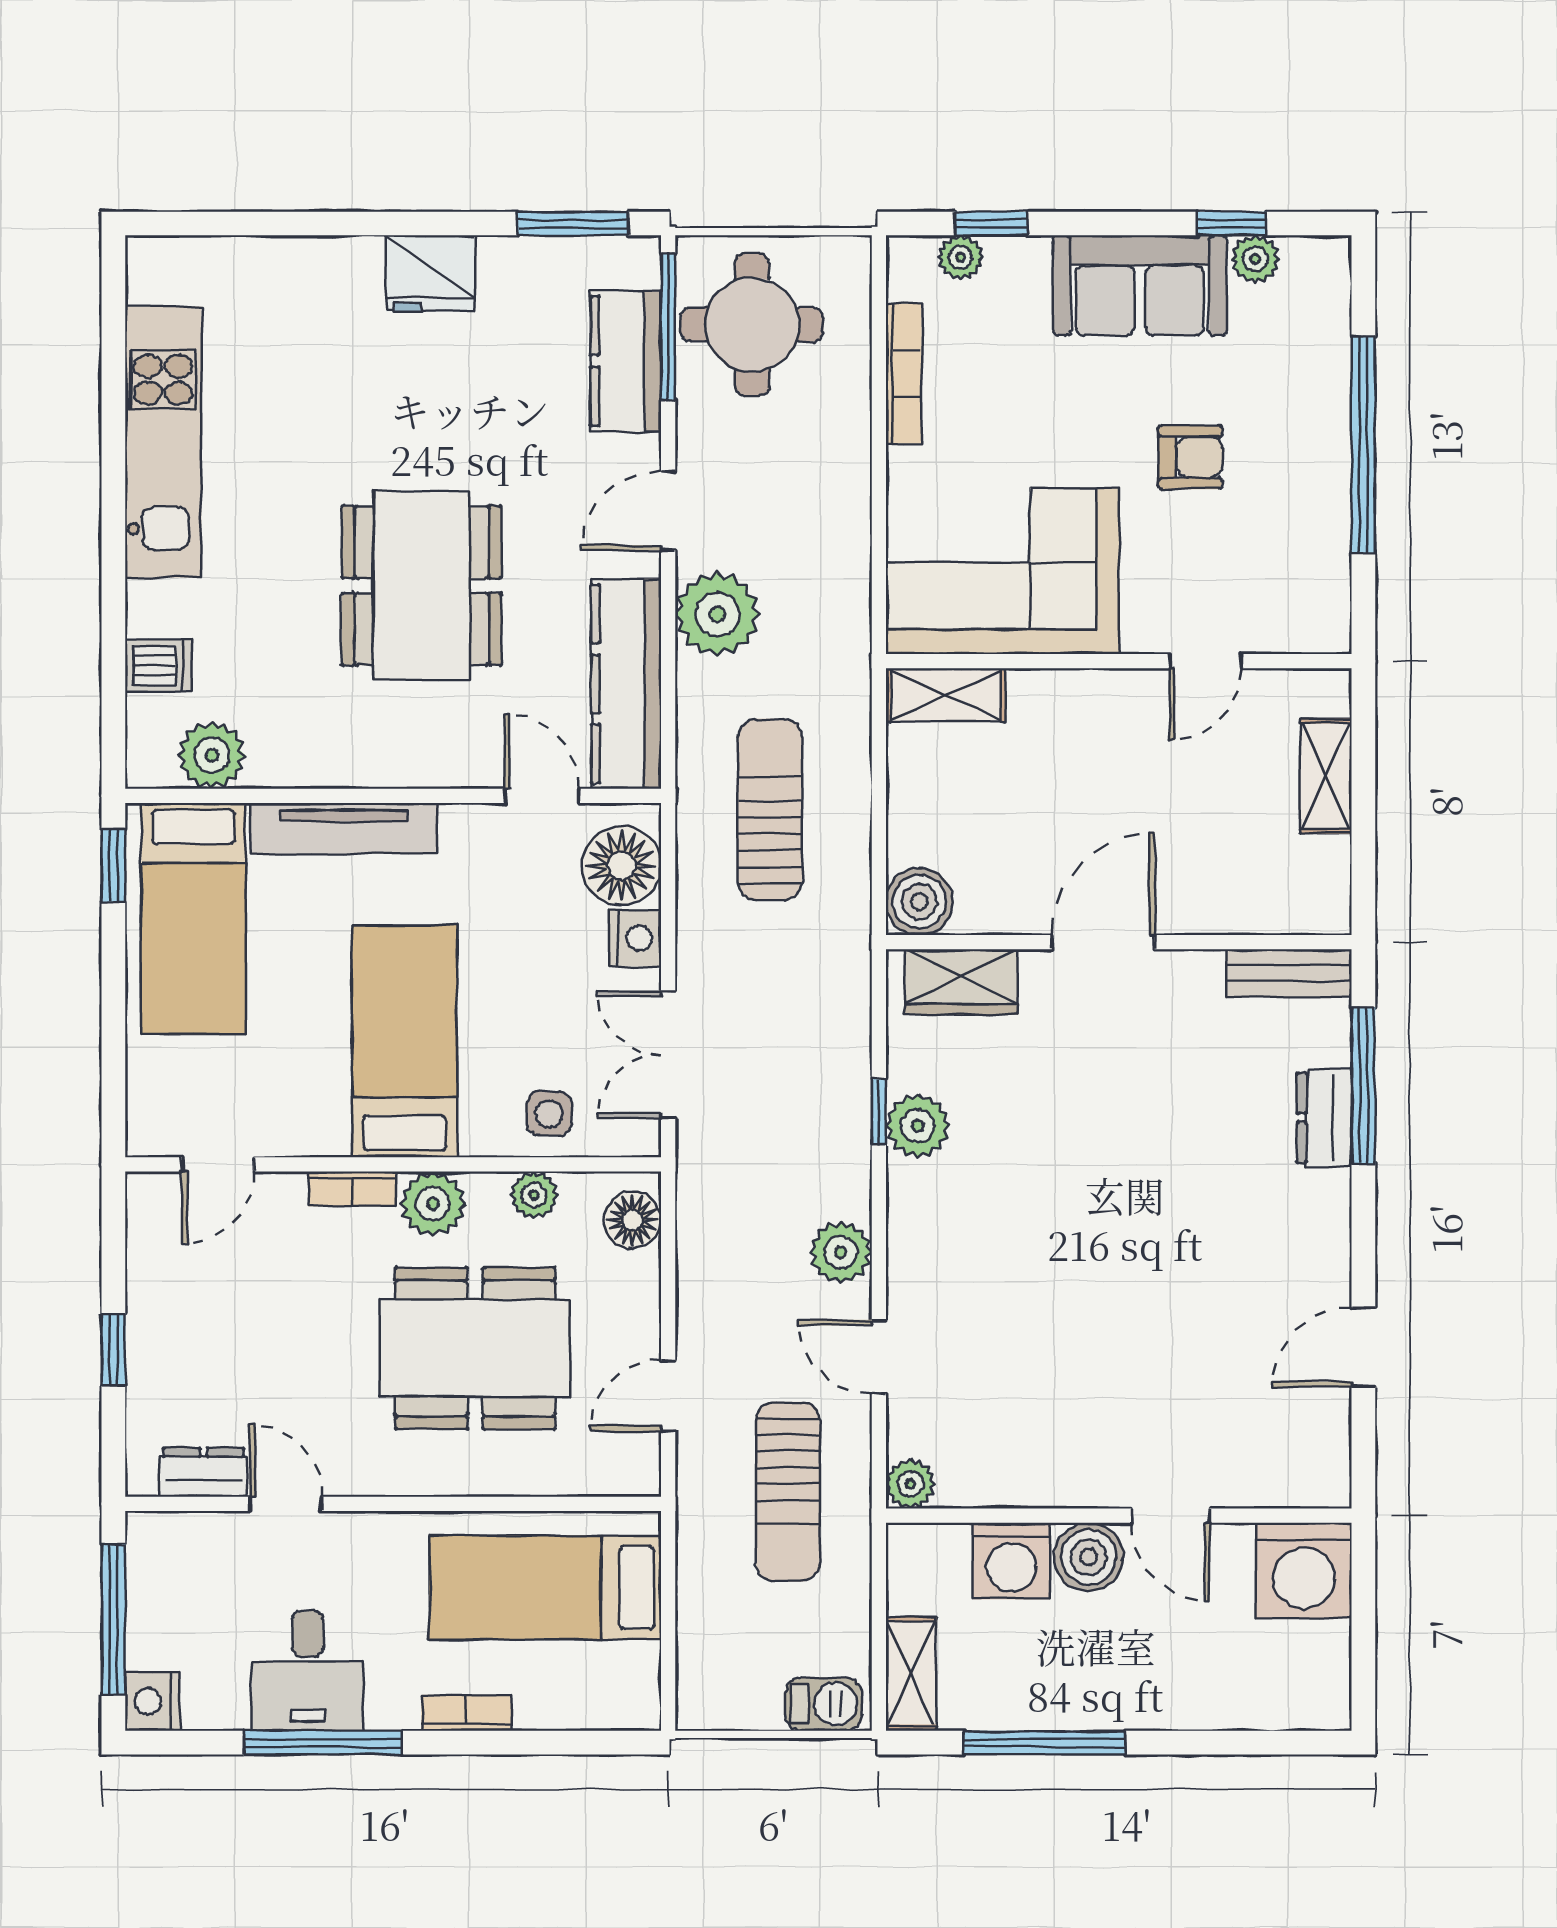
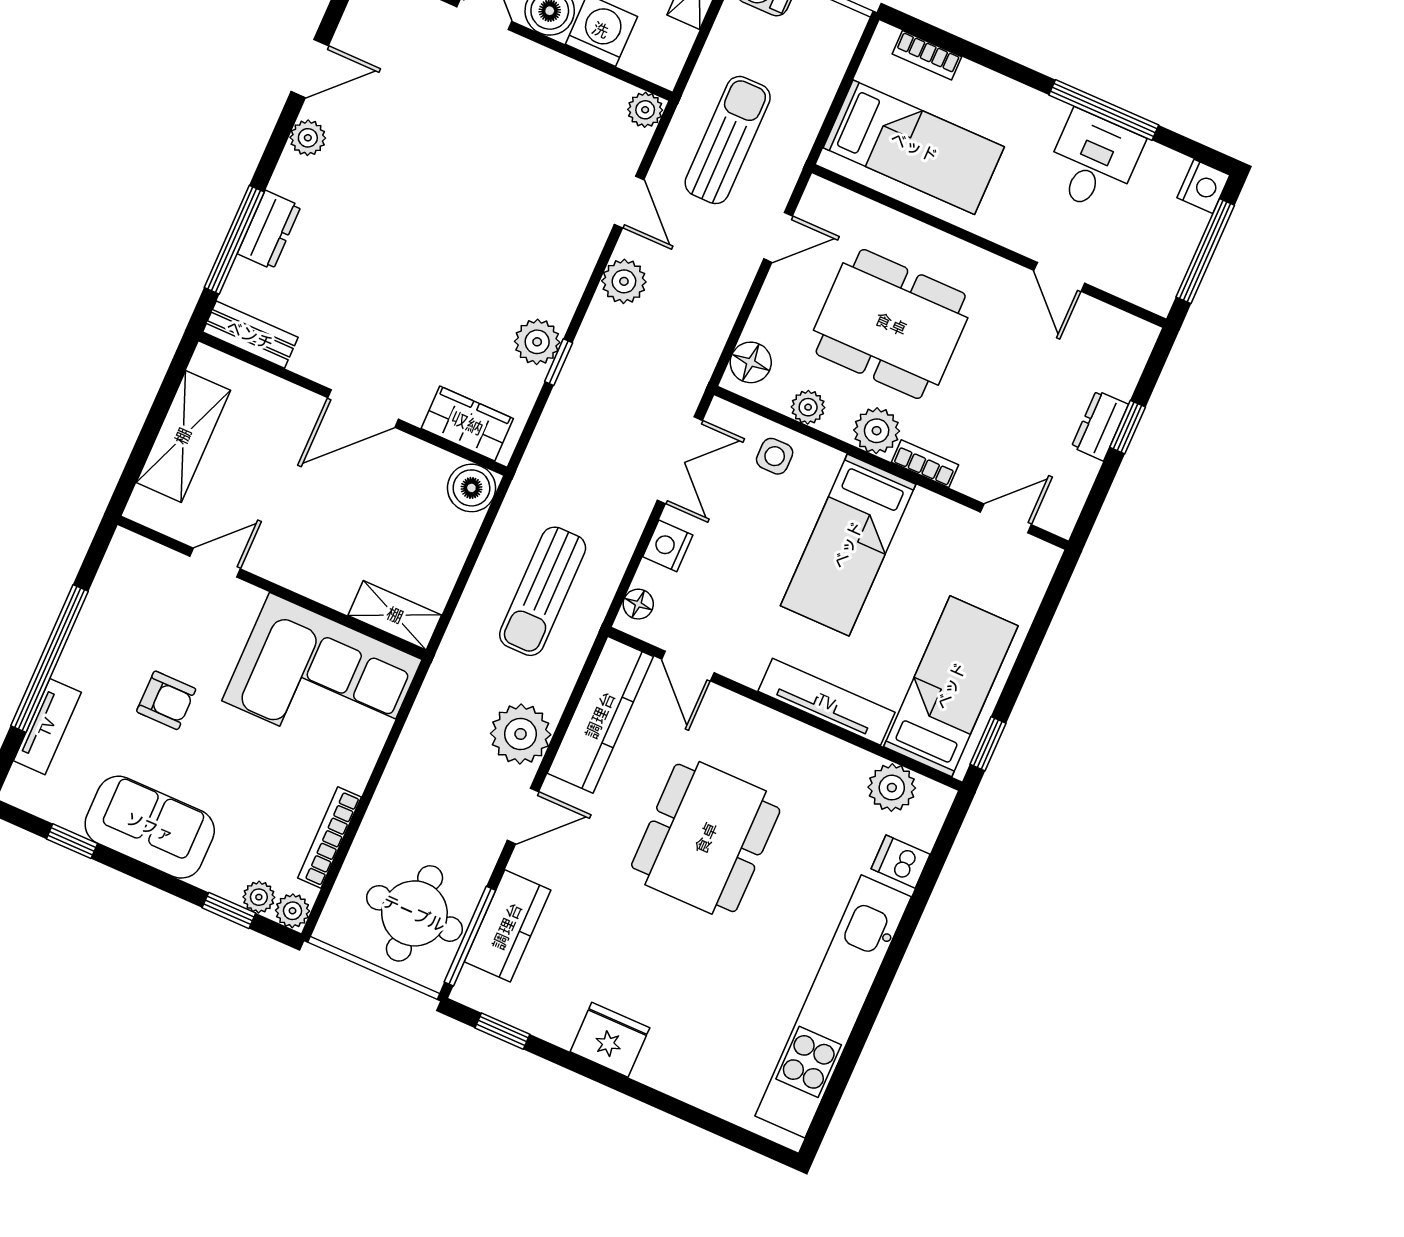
window: (573, 223) -> (502, 1031), width x0.67
plant: (1255, 259) -> (293, 911), moved
tv unit: (1328, 356) -> (47, 727), added
kitchen unit: (163, 442) -> (833, 1006), width x1.36
armchair: (1190, 457) -> (166, 700), turned 180
shelving: (1326, 776) -> (183, 436), width x1.50, depth x1.33
floor lamp: (622, 866) -> (638, 604), width x0.53, depth x0.53
plant: (1327, 1258) -> (308, 138), added
dresser: (204, 1472) -> (1100, 426), moved, turned 90
bookcase: (467, 1713) -> (927, 55), moved

